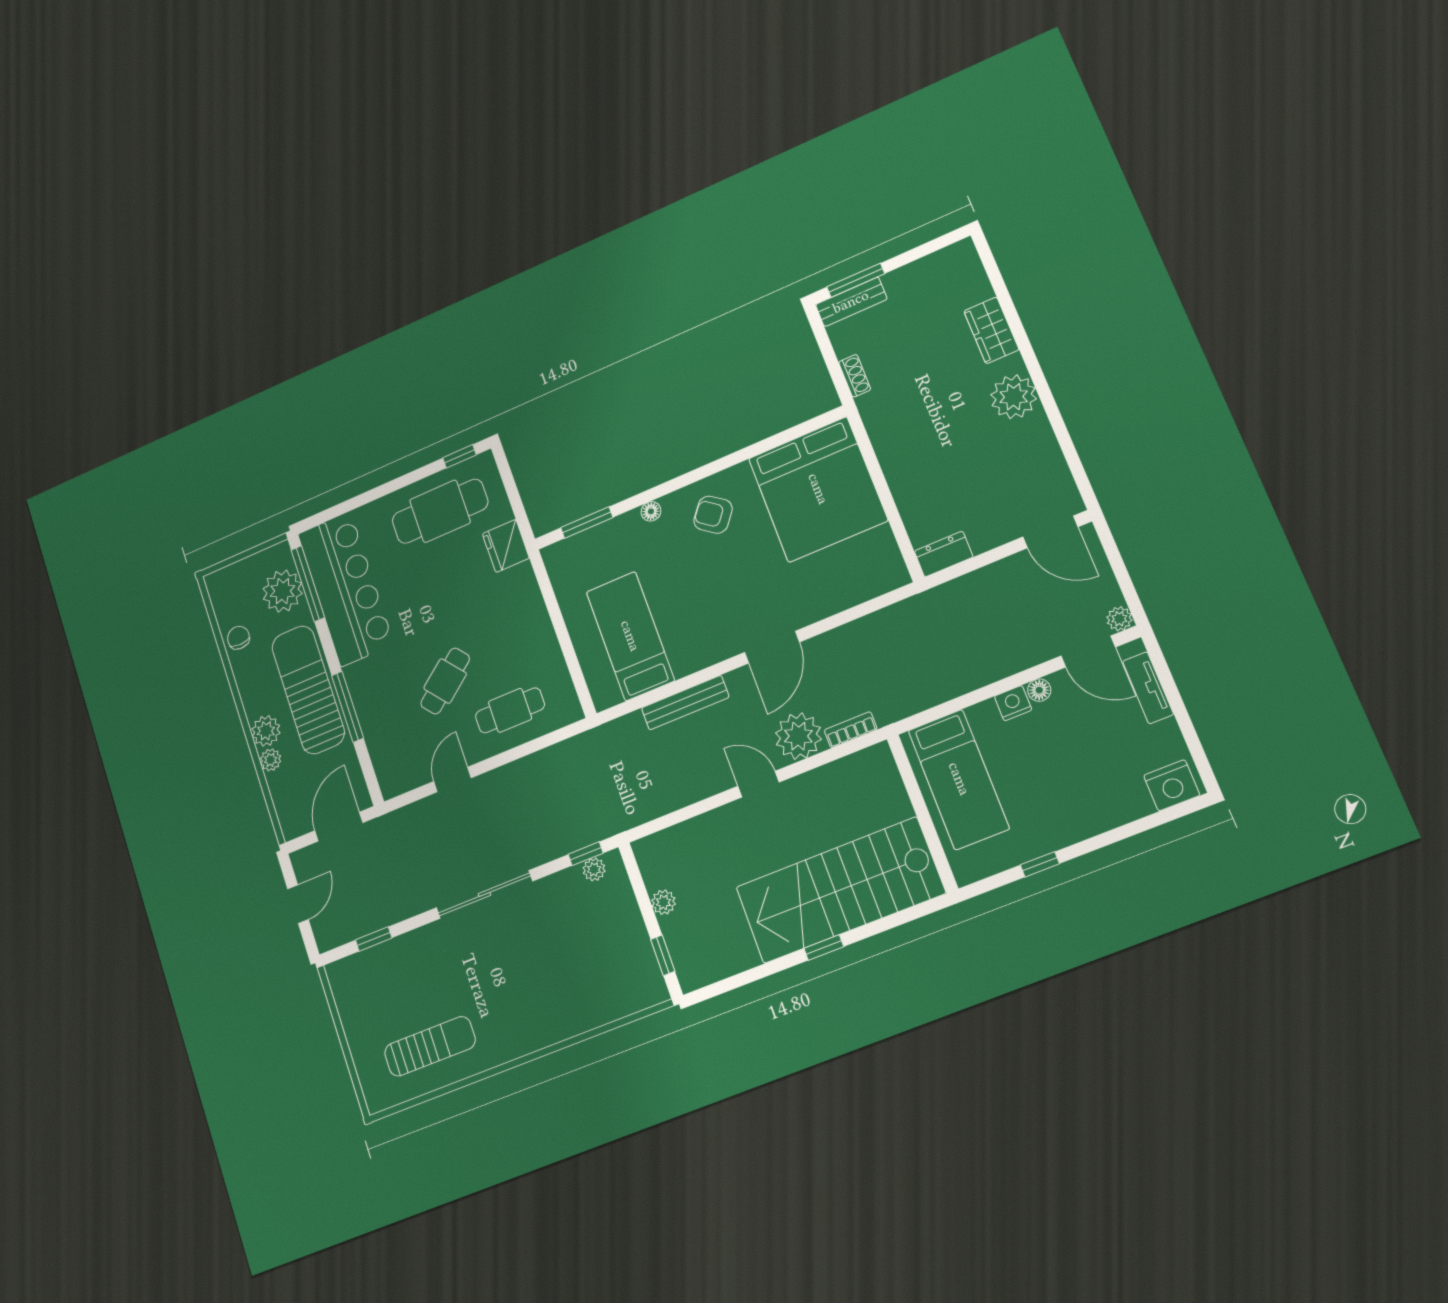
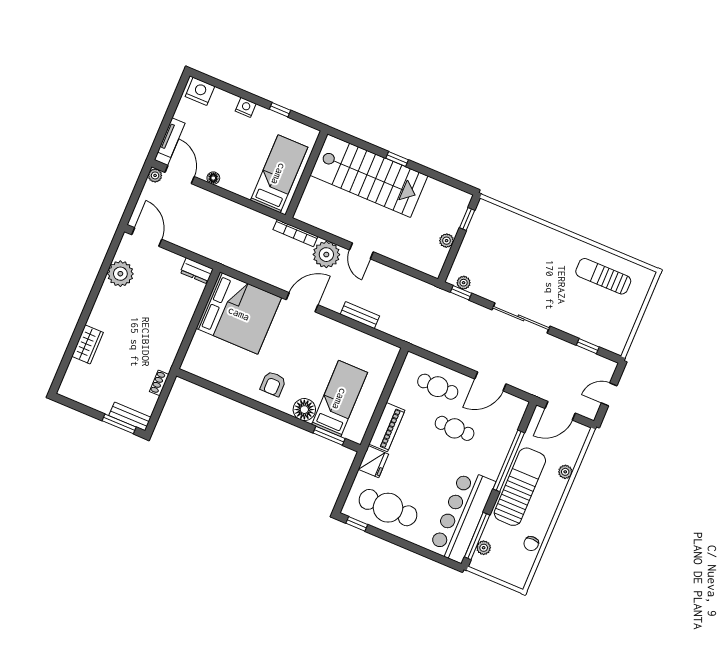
plant: (1014, 397) -> (120, 274), moved
bed: (818, 489) -> (239, 313), moved, turned 90
floor lamp: (651, 511) -> (304, 410), width x1.89, depth x1.89
armchair: (713, 515) -> (273, 384), turned 53
plant: (282, 591) -> (484, 548), width x0.53, depth x0.53
piano: (527, 602) -> (387, 427), added
bed: (630, 636) -> (340, 399), moved, turned 180
cafe table: (445, 681) -> (455, 428), turned 39
sun lounger: (308, 690) -> (520, 487), turned 180
bench: (685, 703) -> (360, 315), width x0.73
nightstand: (1013, 703) -> (246, 107), moved, turned 180
window: (348, 707) -> (509, 461), width x1.46
bookcase: (851, 730) -> (295, 233), width x1.56
plant: (266, 731) -> (556, 487), removed
door: (452, 780) -> (490, 381), width x1.38

